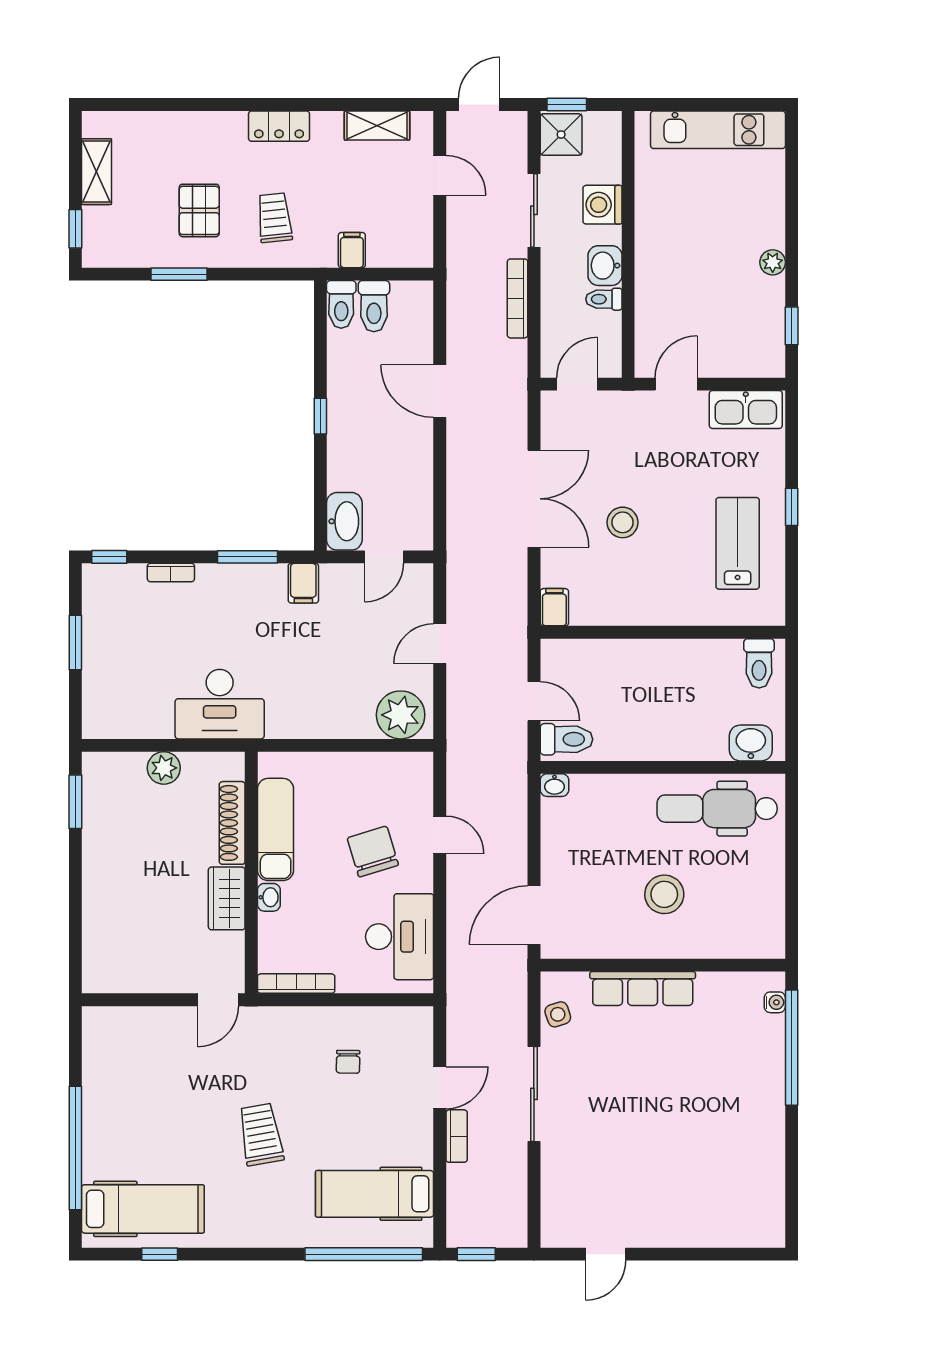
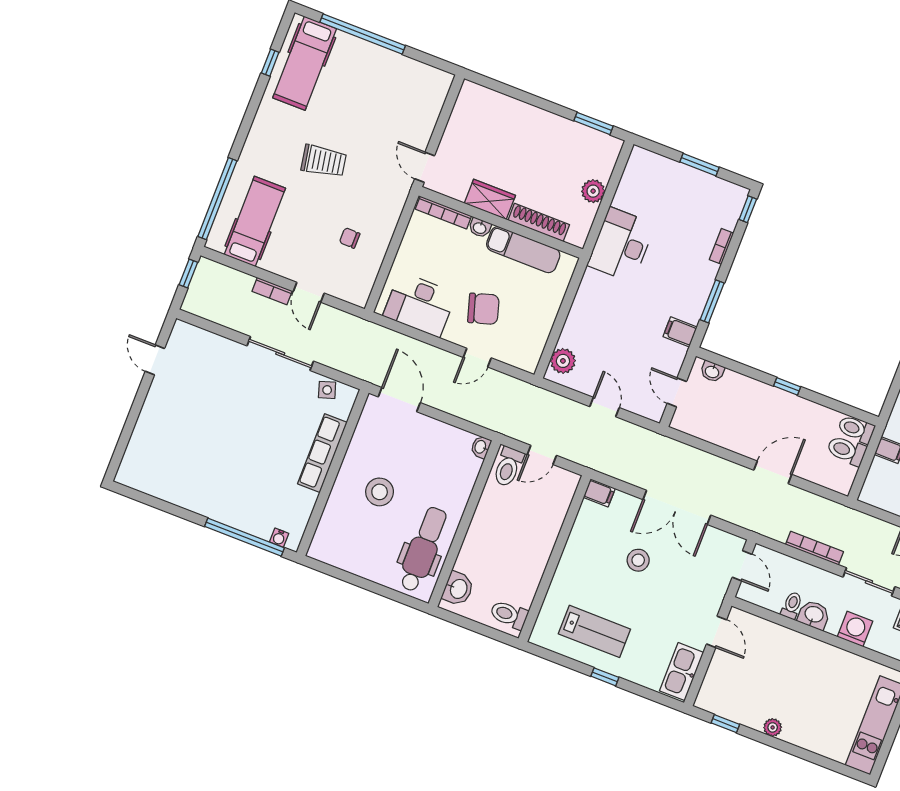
washbasin: (344, 521) -> (712, 371), width x0.52, depth x0.69
plant: (401, 715) -> (563, 361), width x0.73, depth x0.73
bookcase: (296, 984) -> (443, 212), moved, turned 90

